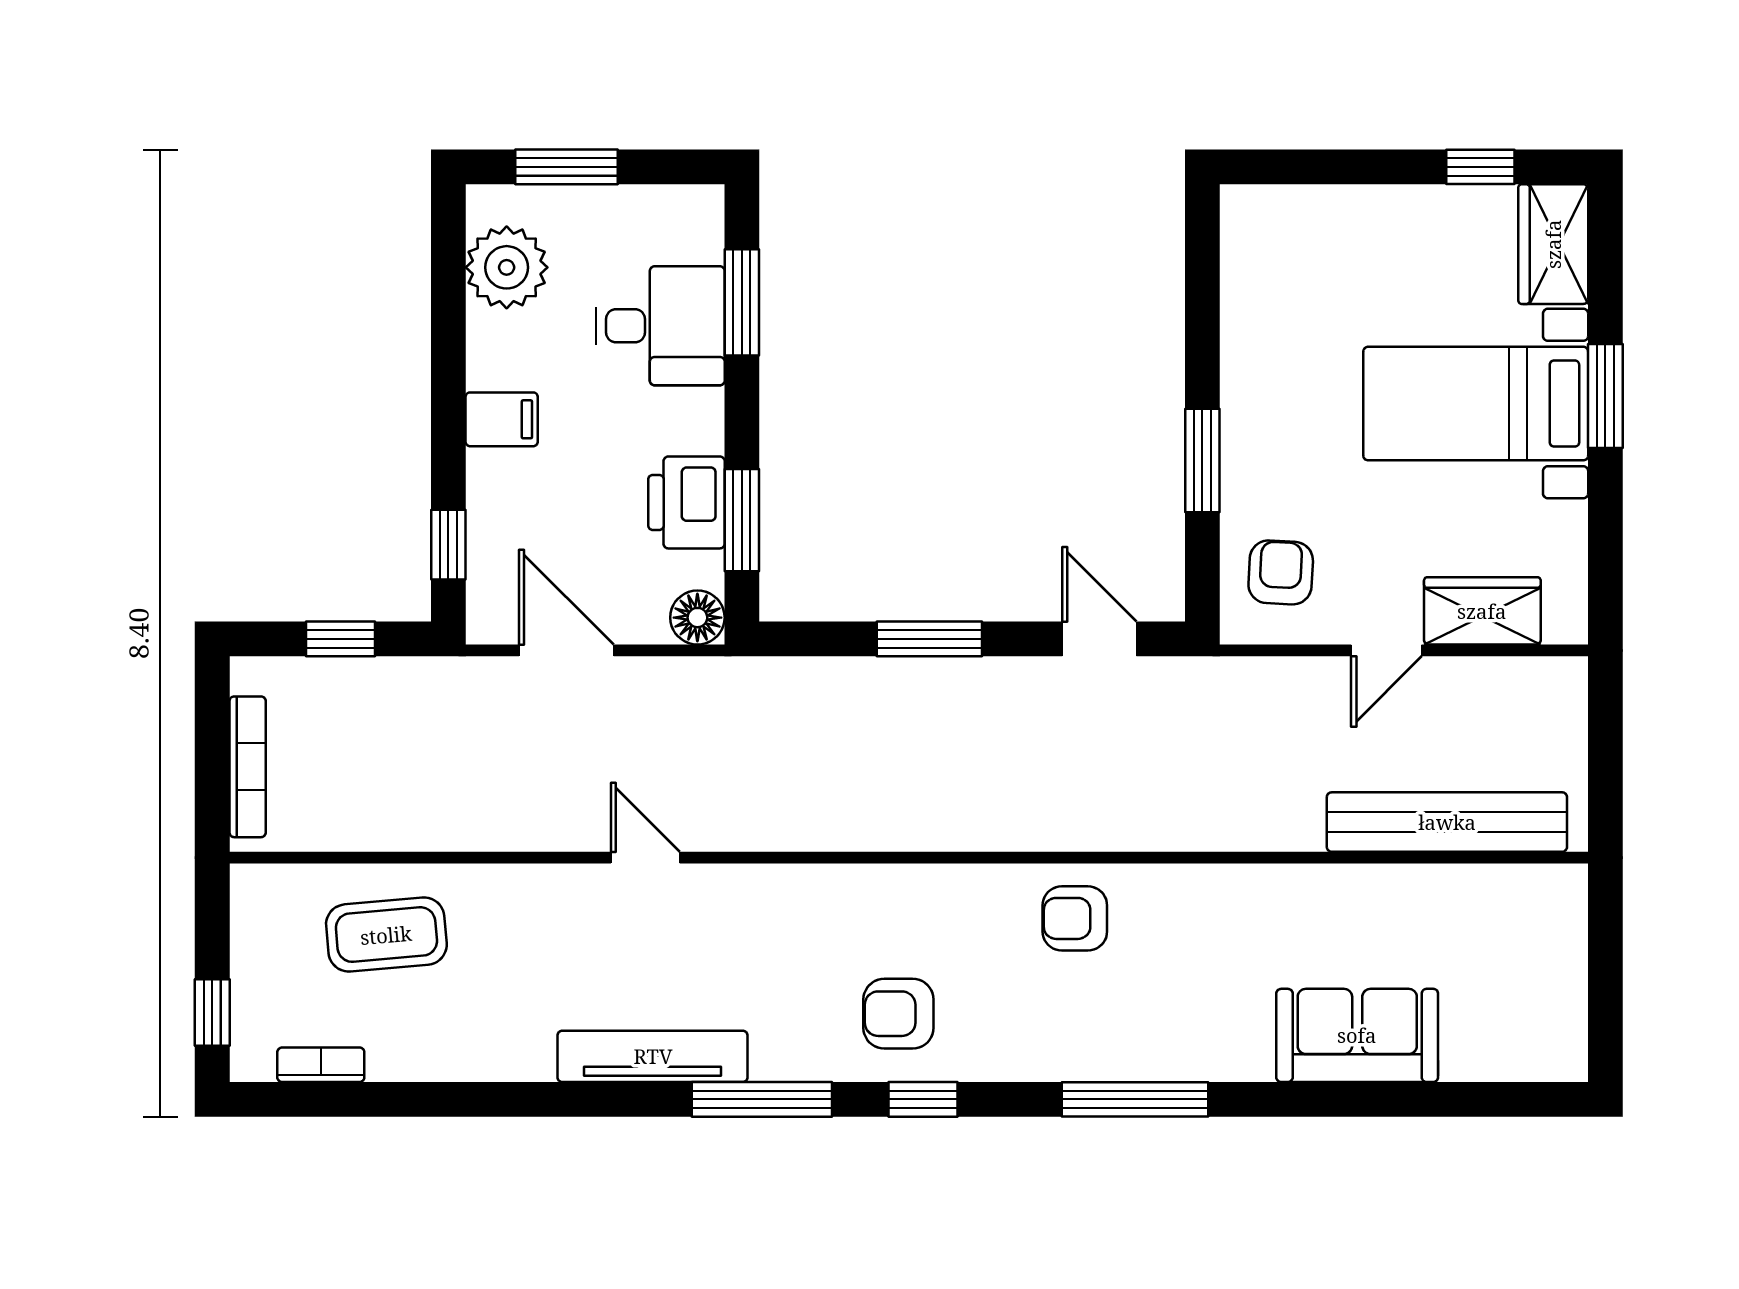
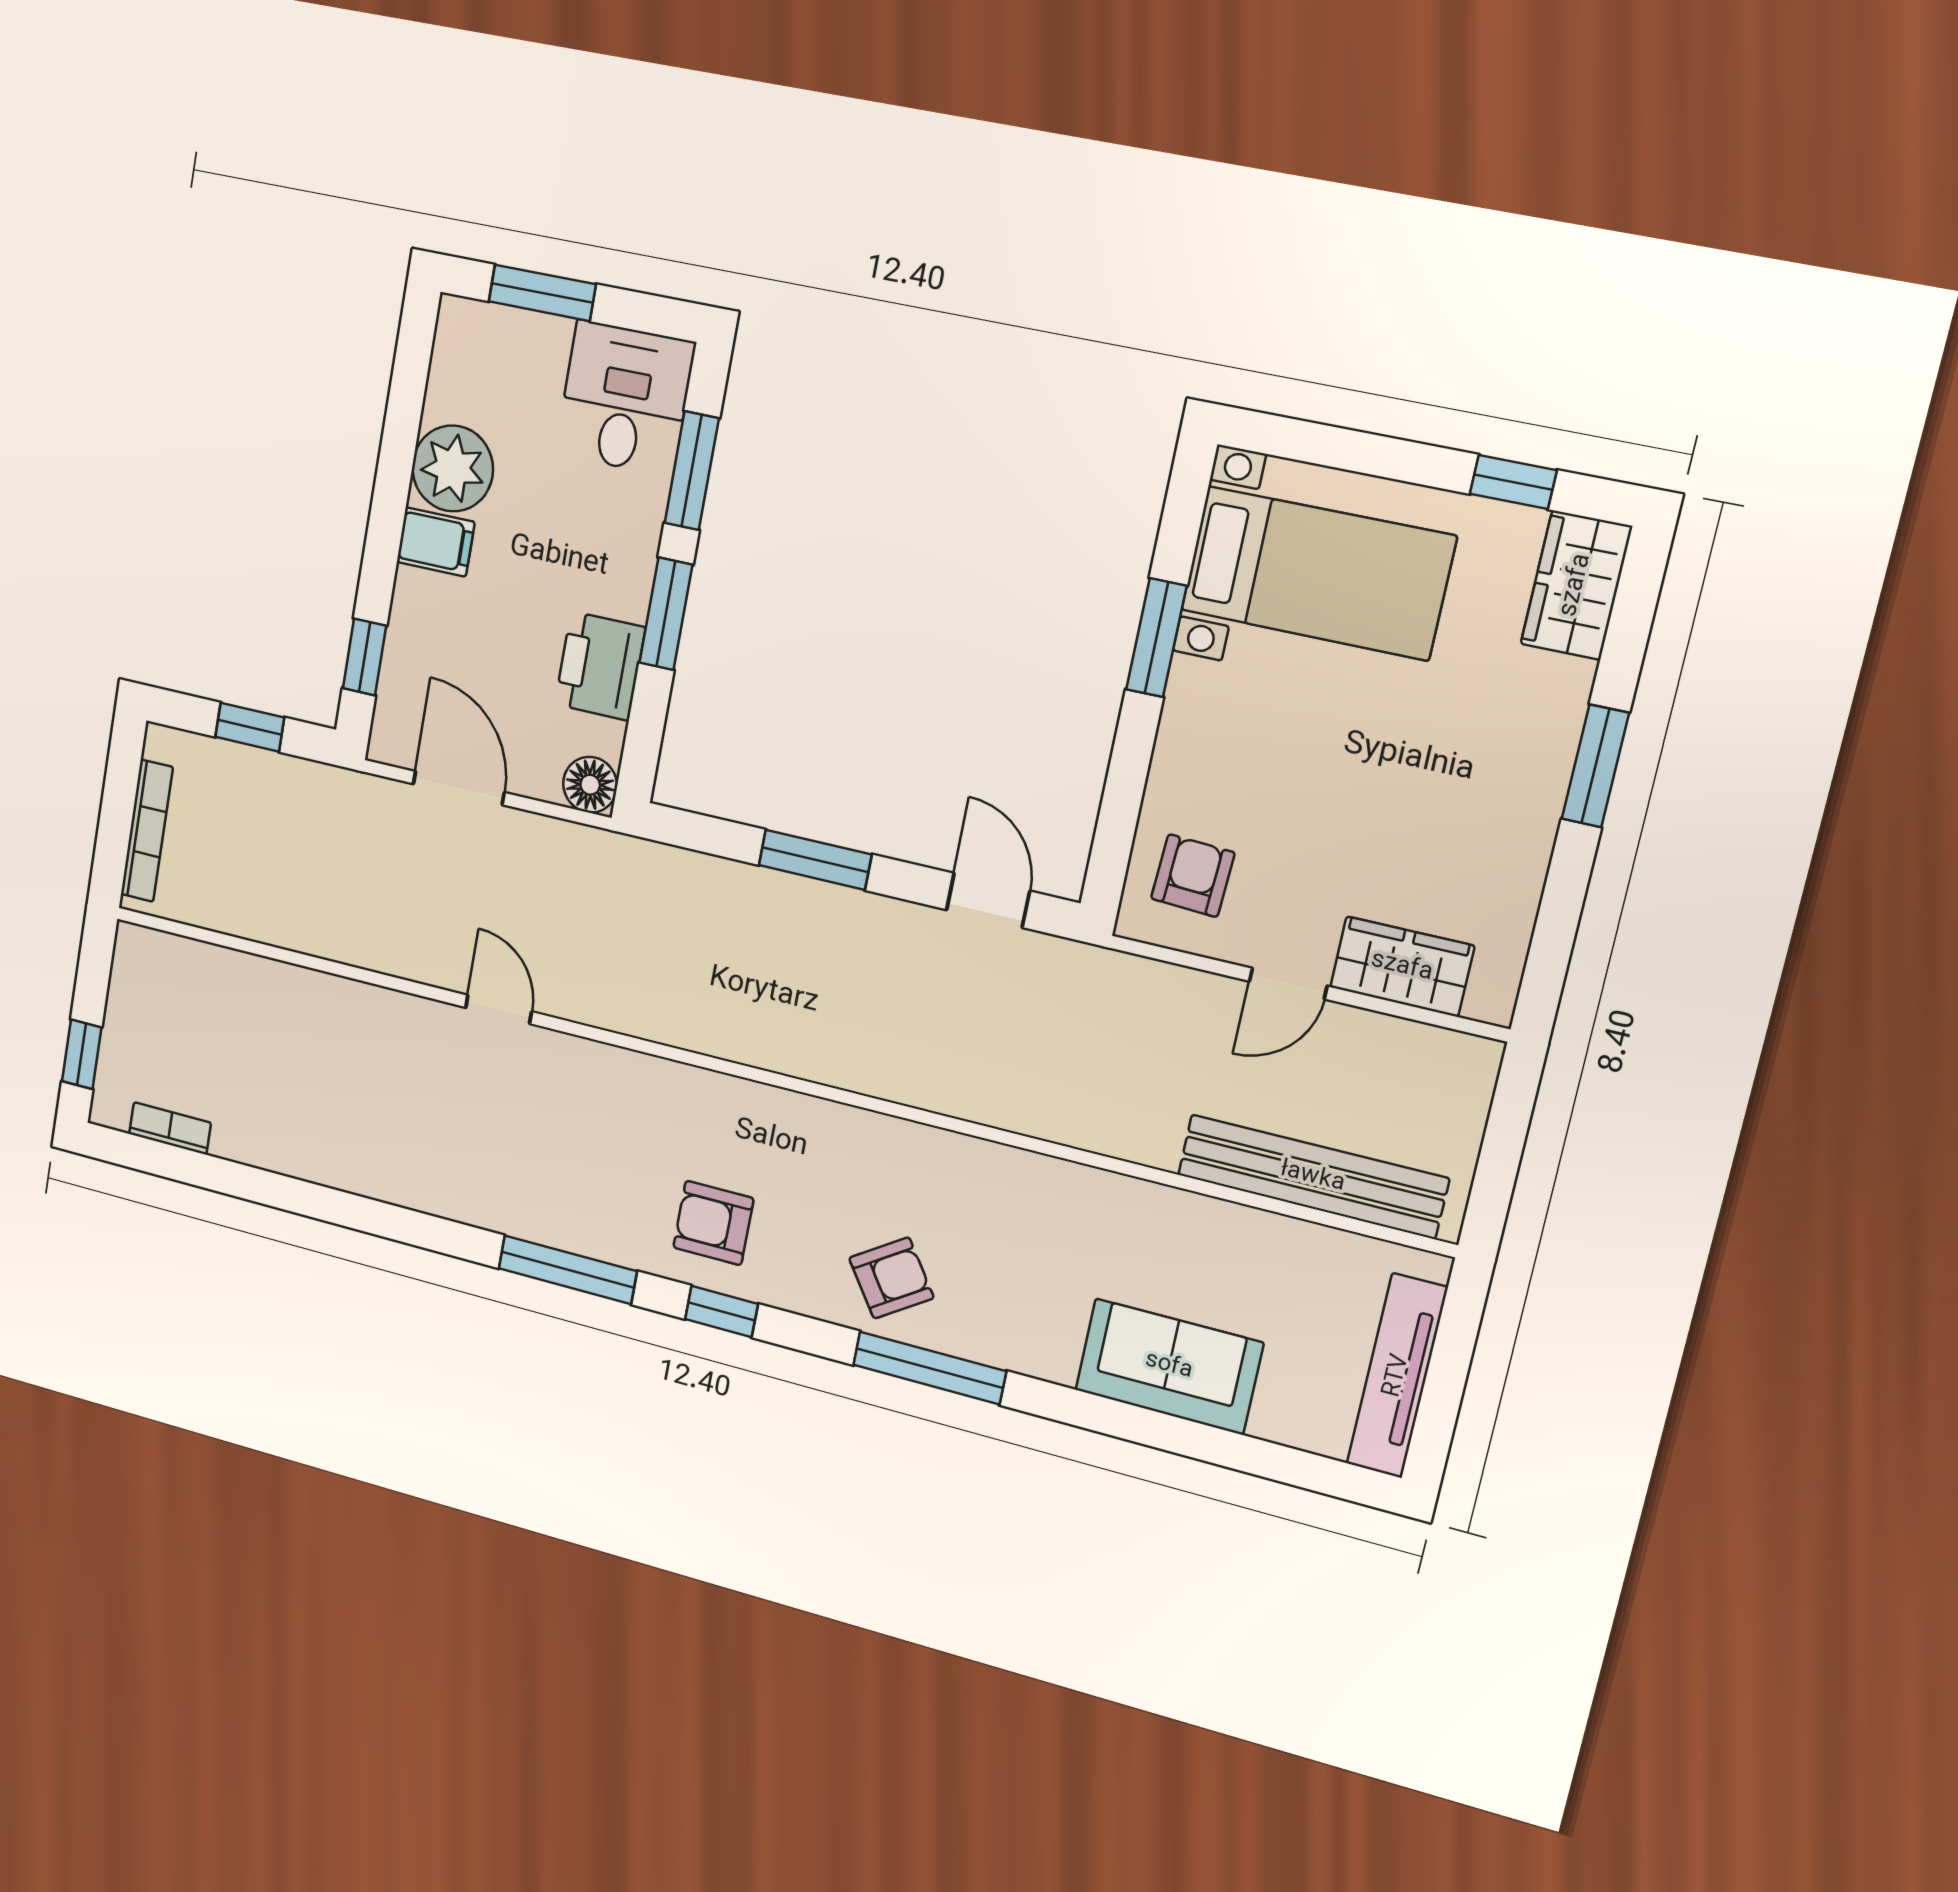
plant: (507, 267) -> (453, 468), moved
desk: (660, 326) -> (625, 398), moved, turned -90
bed with nightstands: (1476, 404) -> (1318, 573), moved, turned 180
window: (1202, 461) -> (1156, 638), moved
window: (742, 520) -> (666, 614), moved
armchair: (1075, 918) -> (891, 1278), moved, turned 146
coffee table: (386, 935) -> (247, 1022), removed
tv unit: (653, 1056) -> (1397, 1376), moved, turned -90

